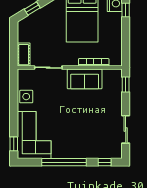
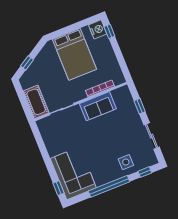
cot: (24, 55) -> (36, 102), width x1.37, depth x1.34
window: (126, 84) -> (140, 106), moved
side table: (26, 97) -> (126, 162), moved

